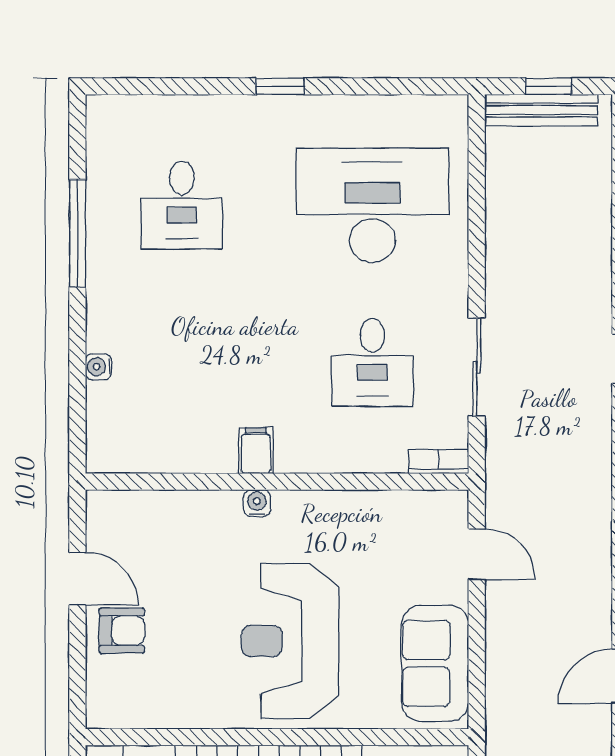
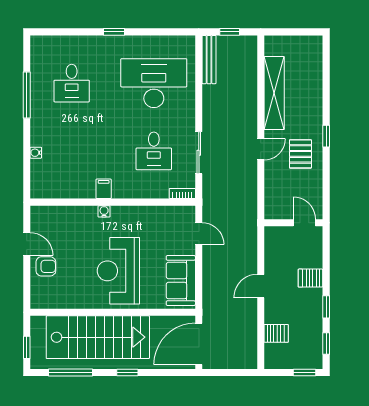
bench: (541, 110) -> (209, 60), moved, turned 90

